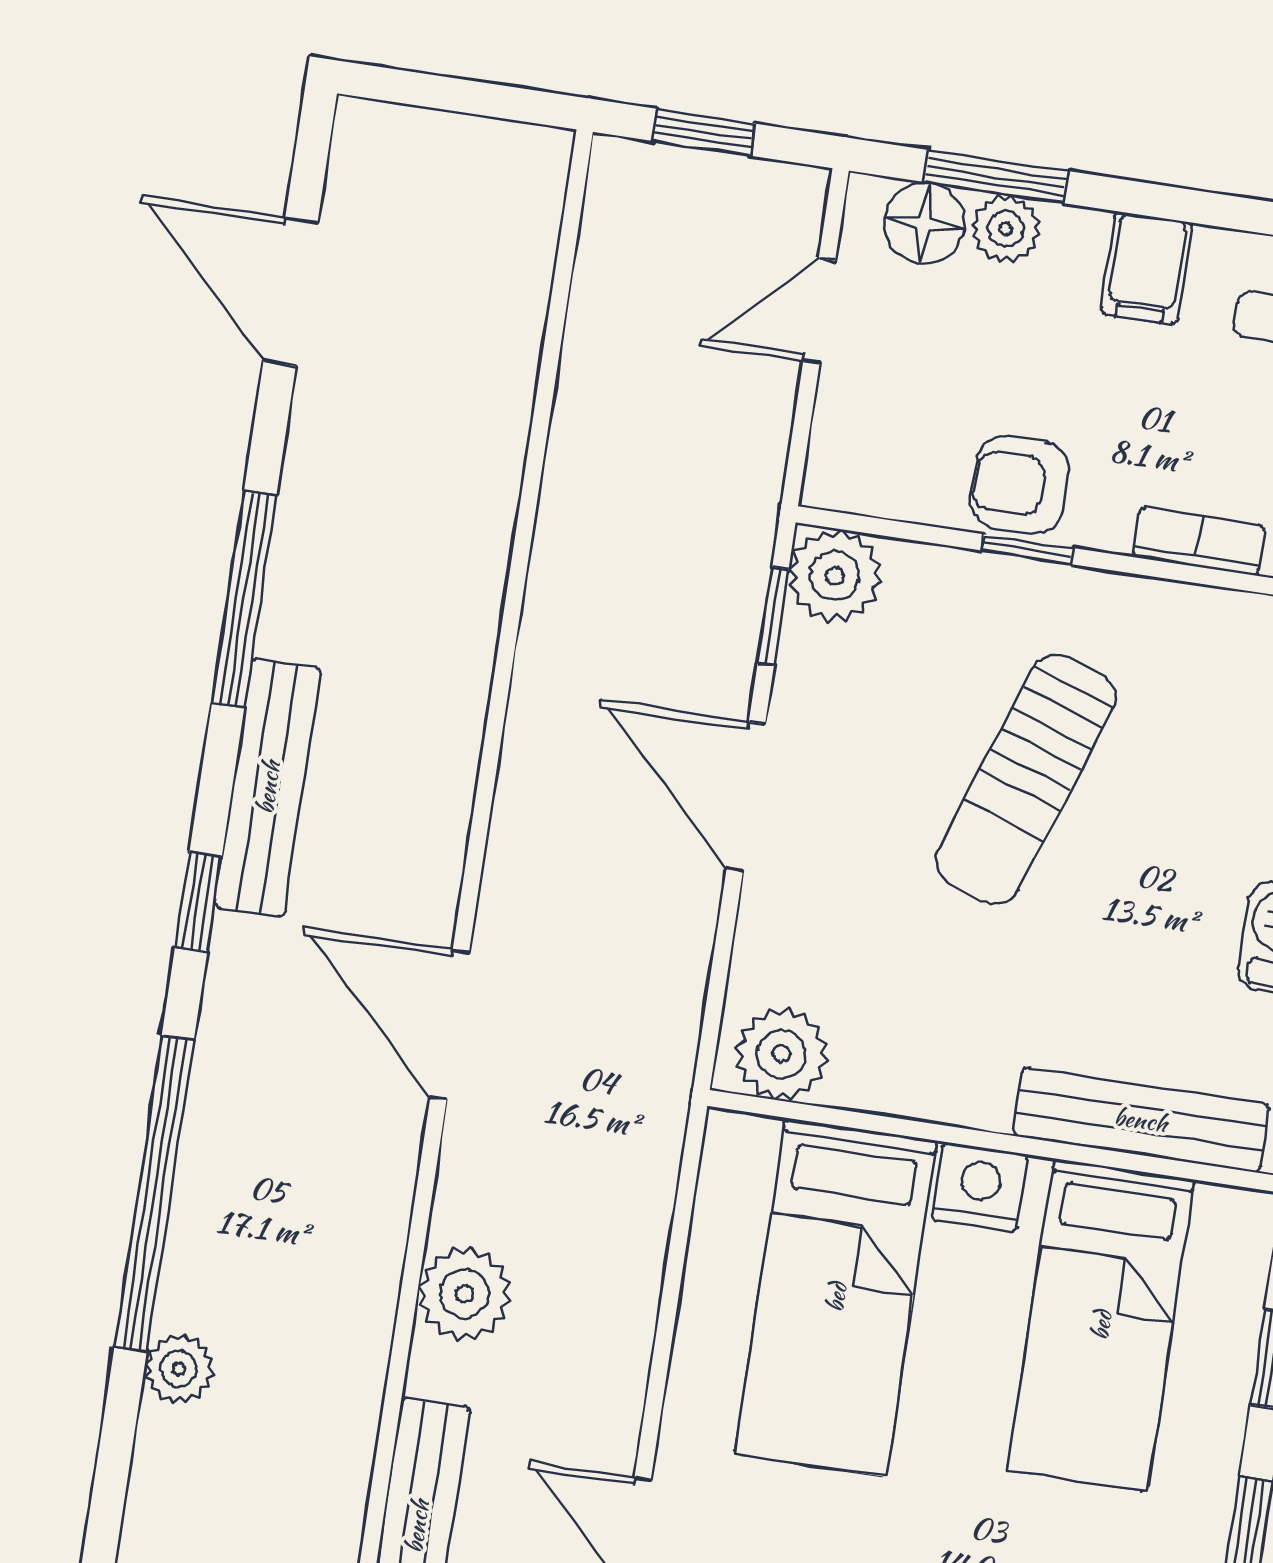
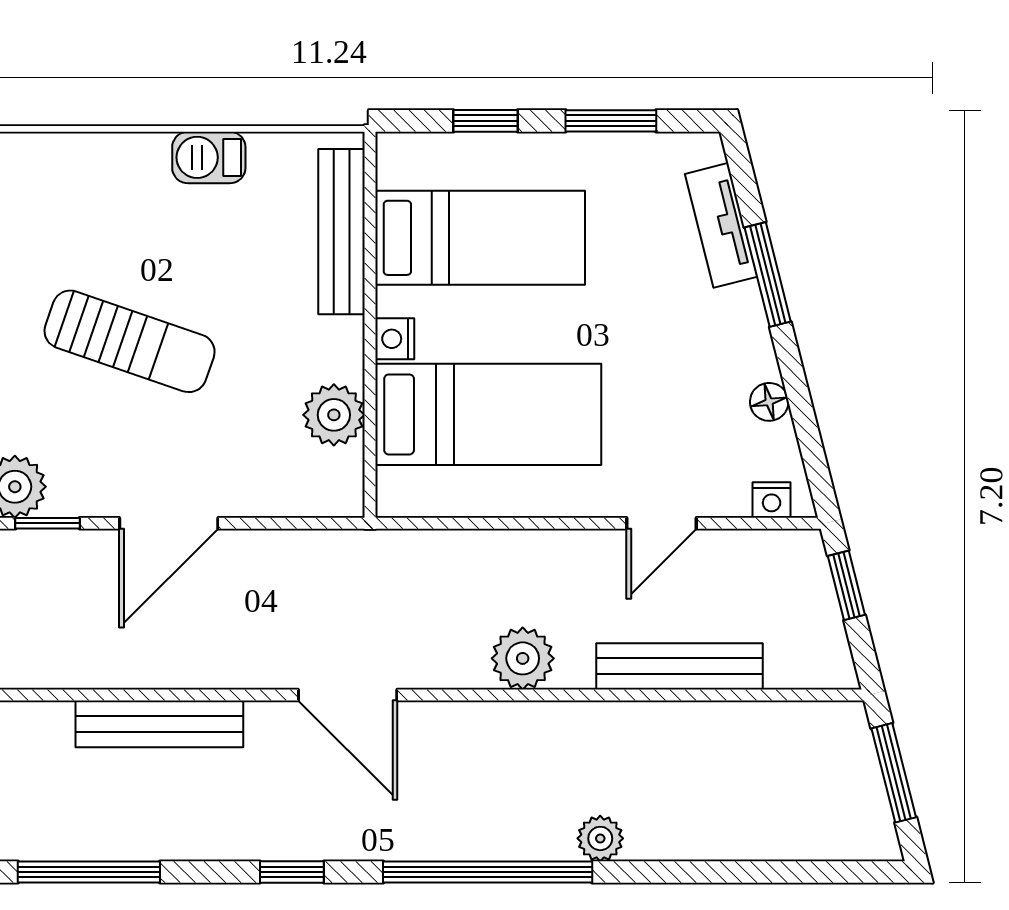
bench: (268, 787) -> (159, 724), moved
door: (450, 1025) -> (348, 695), hinge flipped
plant: (781, 1054) -> (334, 415), moved
nightstand: (980, 1187) -> (395, 339), width x0.72, depth x0.74

